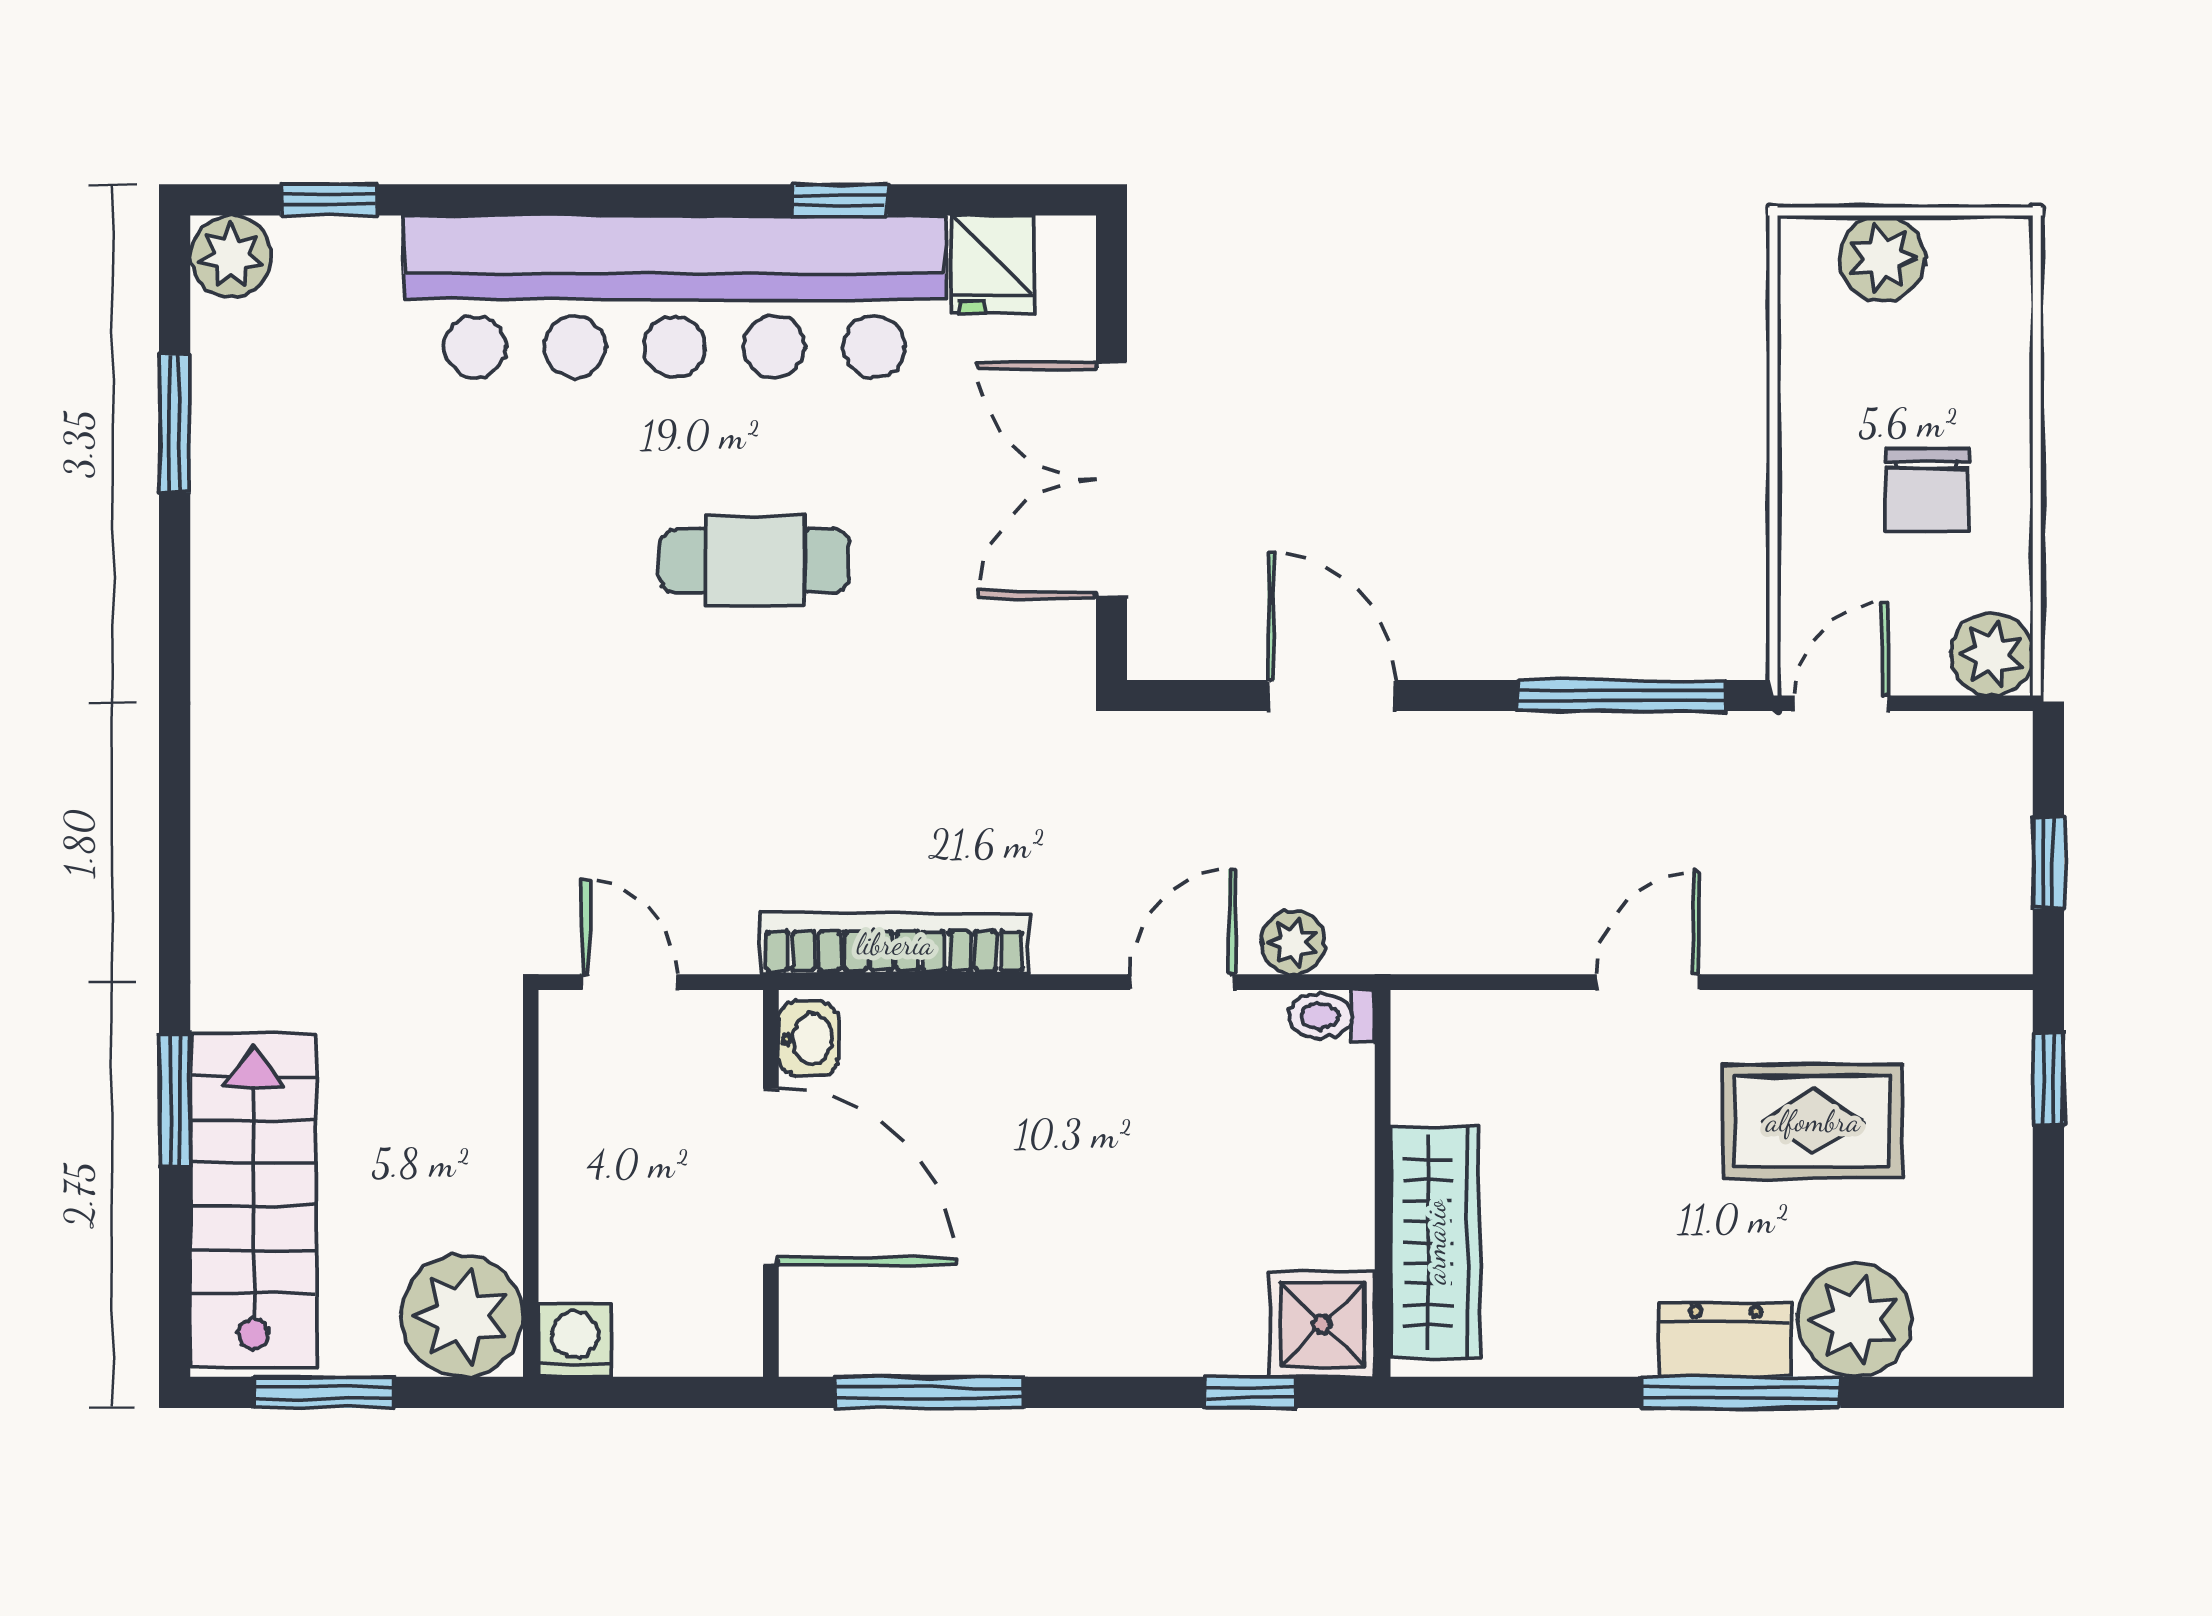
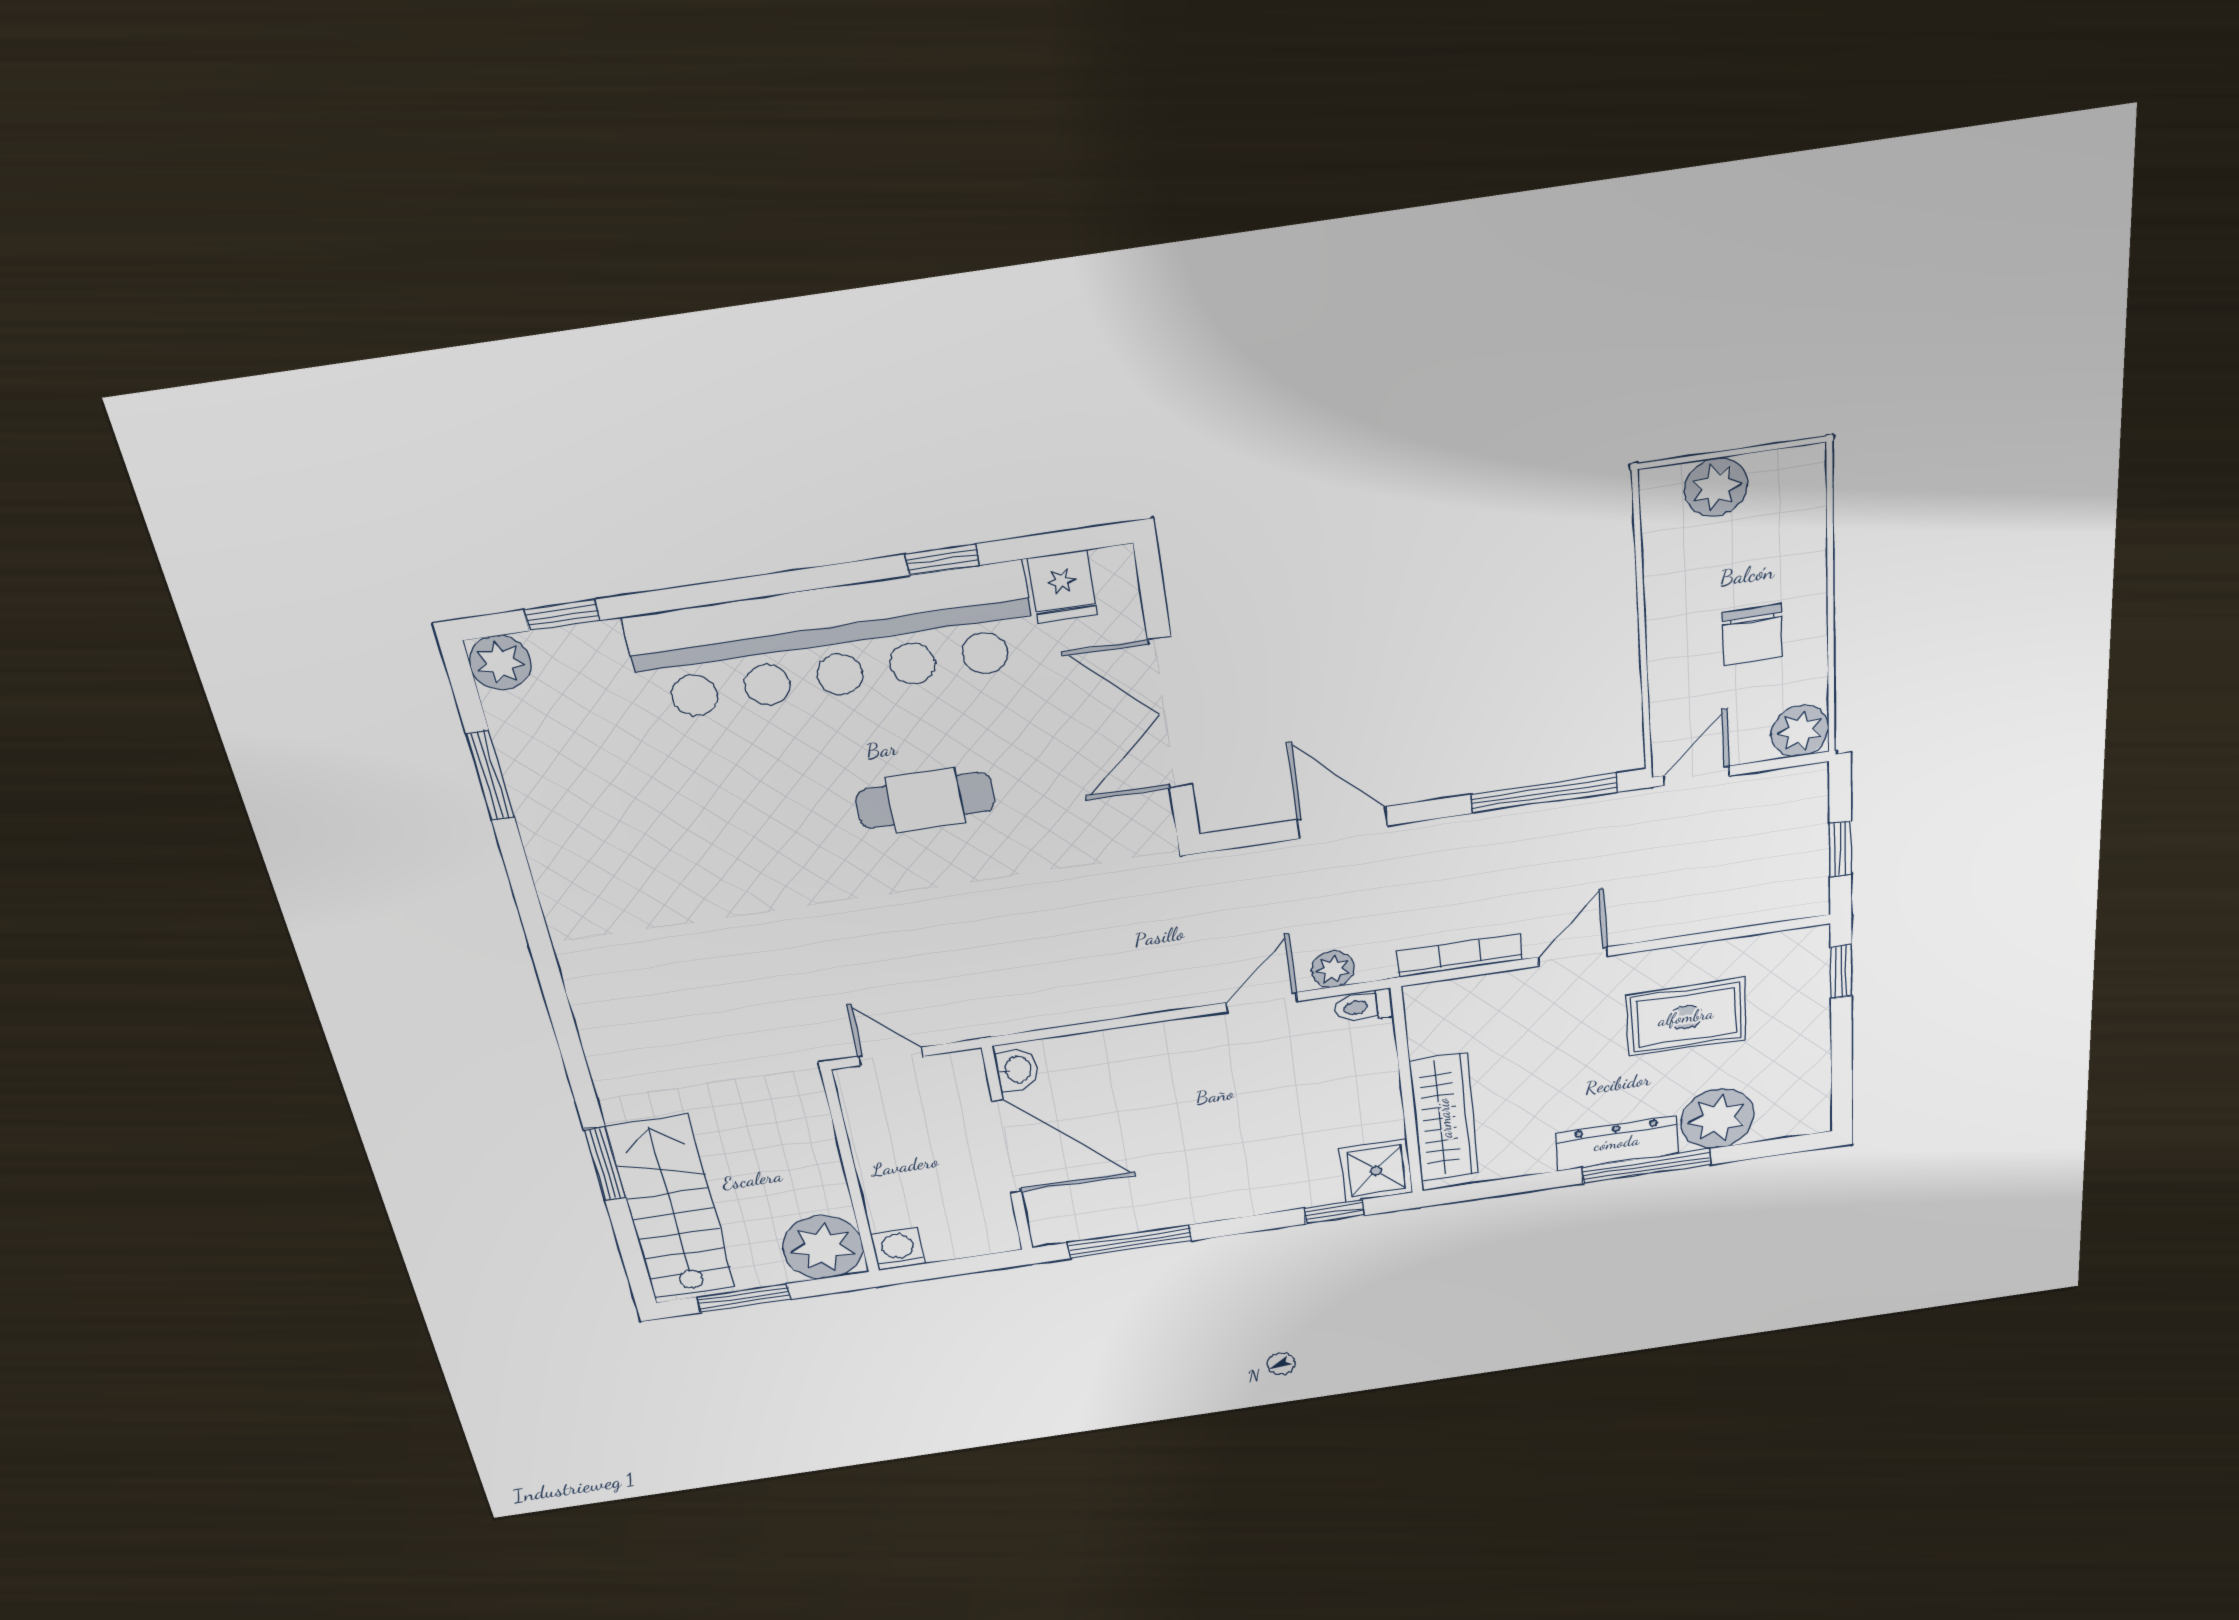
bookcase: (895, 944) -> (1460, 955), moved, width x0.68, depth x0.76
dresser: (1726, 1340) -> (1617, 1143), width x1.44

